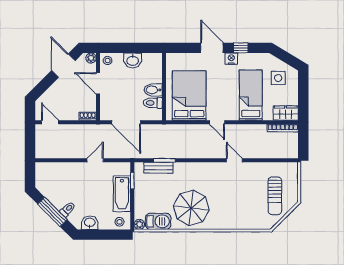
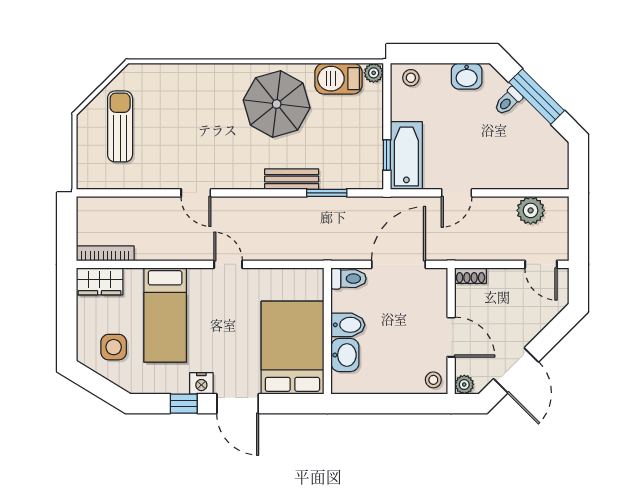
washbasin: (133, 60) -> (345, 355), moved, turned 90
bed: (189, 96) -> (292, 348), moved, turned 180
toilet: (153, 103) -> (348, 279), moved
door: (126, 122) -> (398, 264), hinge flipped
plant: (56, 151) -> (531, 210), added
bench: (158, 168) -> (292, 179), moved
bathtub: (122, 194) -> (406, 156), moved

